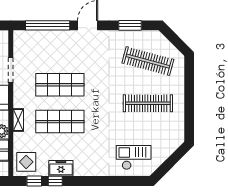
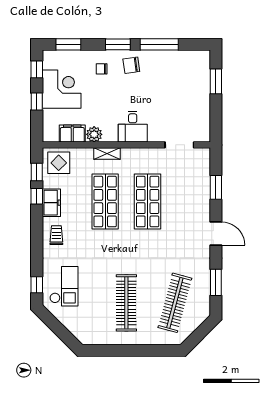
window: (48, 25) -> (216, 187), width x0.47
doorway: (11, 70) -> (179, 145), moved
trolley: (89, 164) -> (56, 235), added
window: (132, 181) -> (37, 285), added

